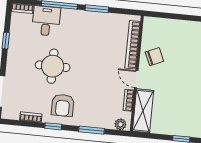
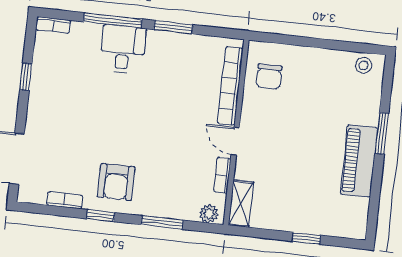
desk: (46, 21) -> (123, 49), moved
chair: (154, 57) -> (269, 77), moved, turned 114
round table: (53, 66) -> (101, 119), removed
shelving: (143, 111) -> (241, 204), width x0.67, depth x0.75

